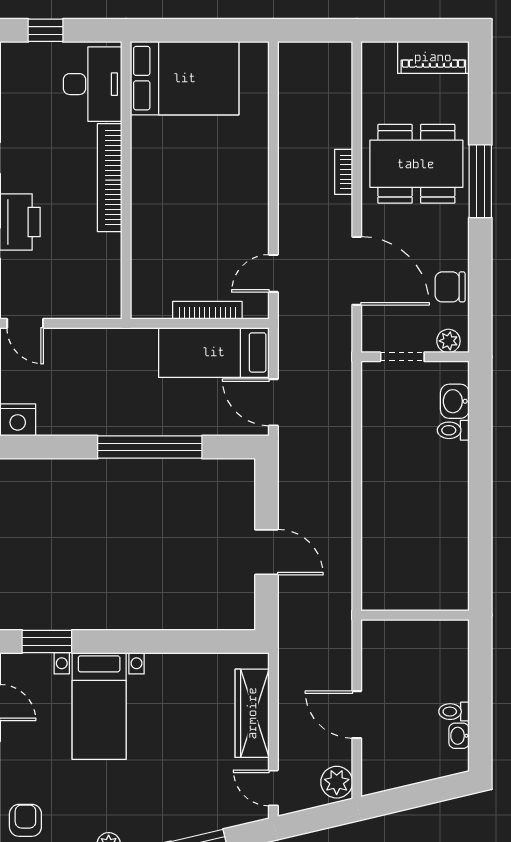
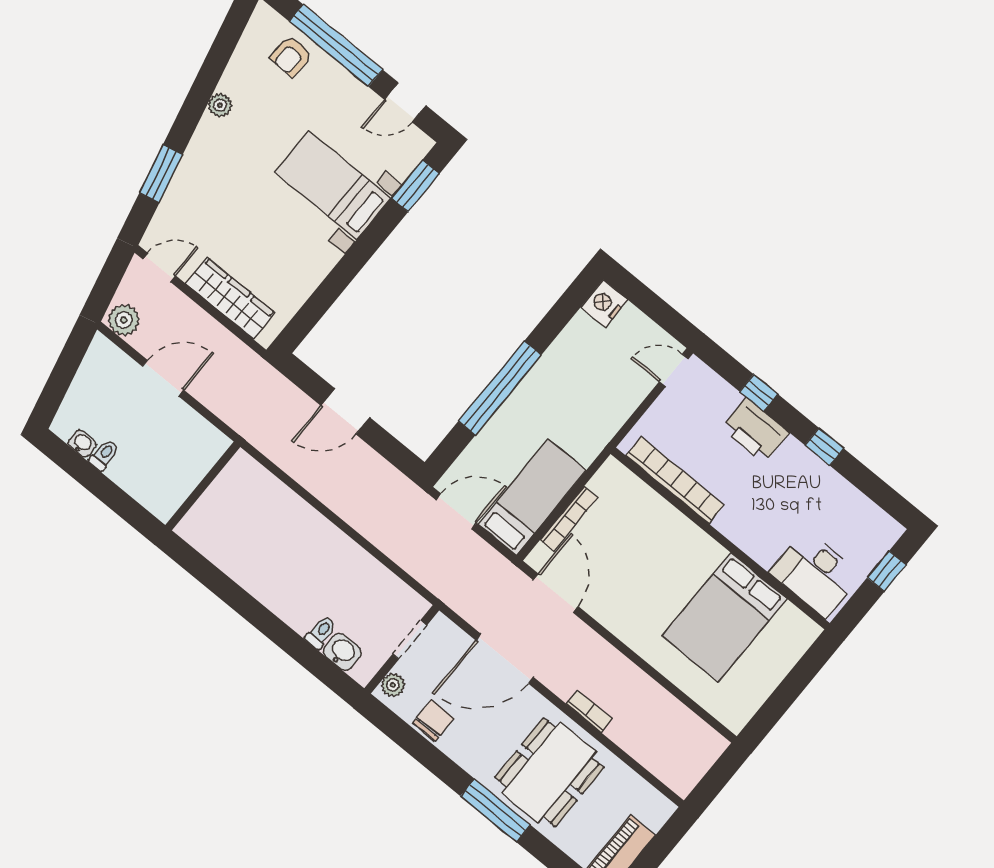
bed: (185, 78) -> (724, 617), moved
bookcase: (110, 178) -> (675, 480), moved
door: (273, 273) -> (555, 593), width x1.38
armchair: (25, 820) -> (291, 56), turned 92

